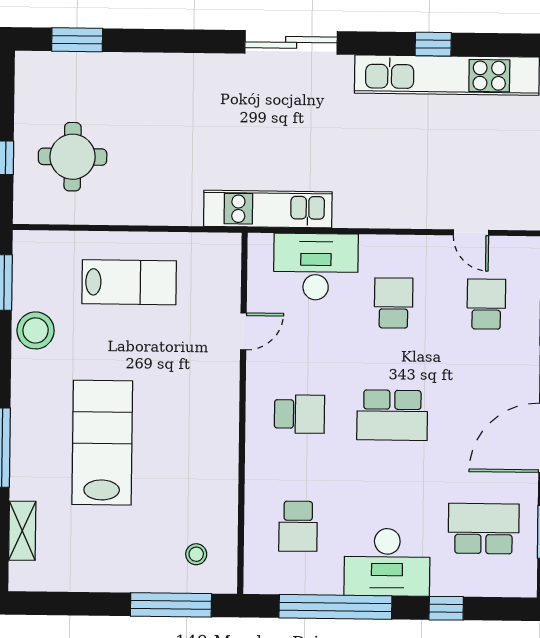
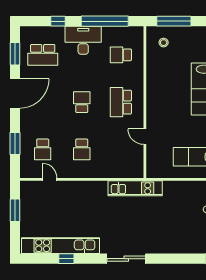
desk: (316, 267) -> (115, 164), removed
door: (243, 331) -> (145, 137), hinge flipped
school desk: (299, 414) -> (121, 102), width x1.85
school desk: (392, 415) -> (82, 102), width x0.54
school desk: (298, 526) -> (121, 55), turned -90

